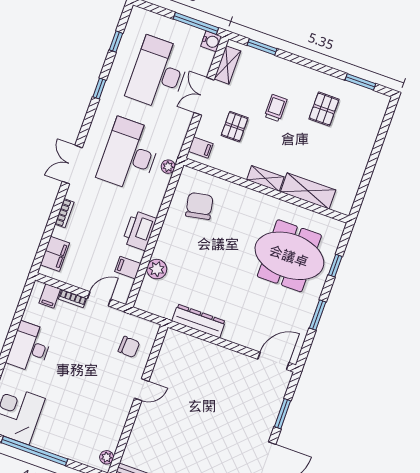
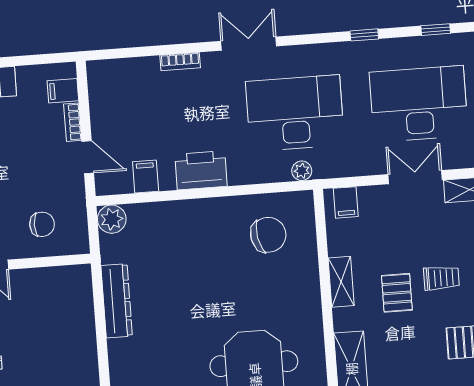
pallet: (235, 127) -> (397, 293), moved, turned 90
shelving: (265, 178) -> (341, 282), moved
filing cabinet: (55, 254) -> (121, 73), removed
plant: (157, 269) -> (112, 219), moved
chair: (129, 347) -> (42, 224), turned -93

